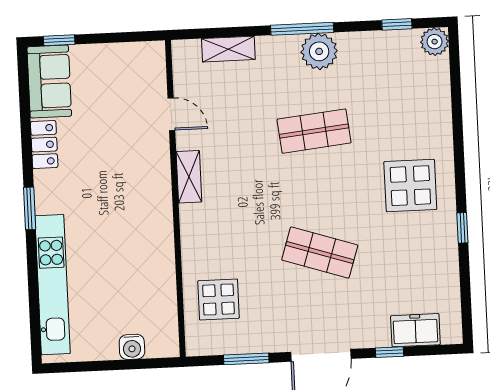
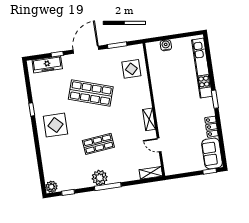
shelving: (228, 49) -> (151, 173), moved
shop shelf: (320, 253) -> (91, 93), width x1.43, depth x1.36
freezer: (415, 330) -> (47, 64), width x1.40

